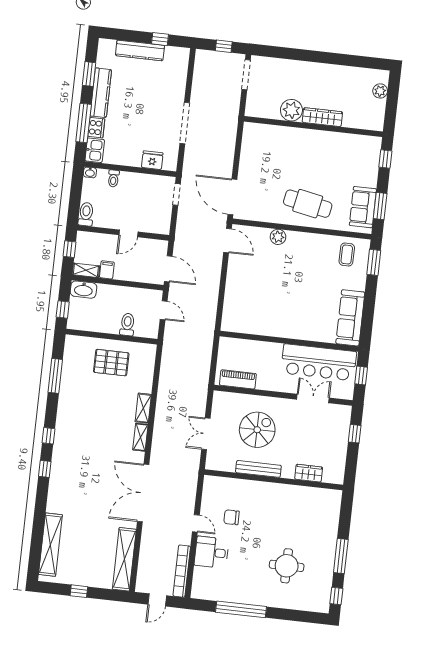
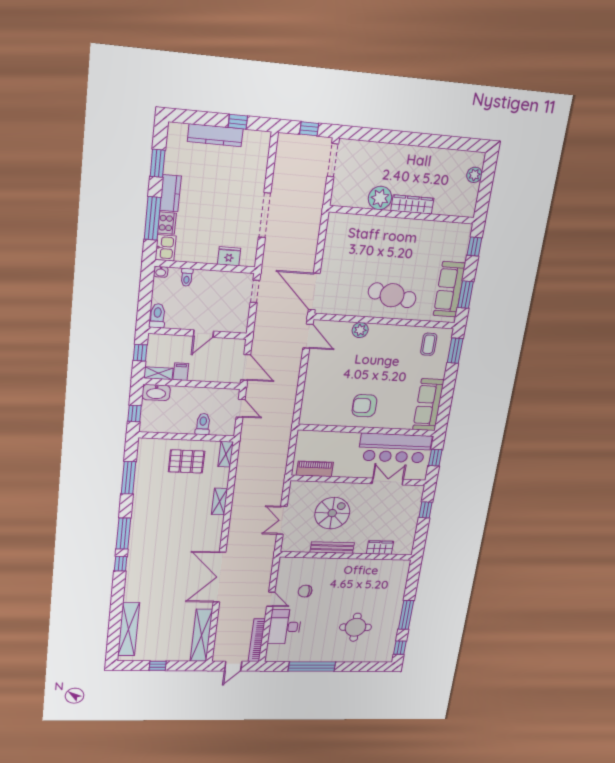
kitchen counter: (101, 93) -> (170, 193), width x0.67
sofa: (363, 207) -> (449, 289), width x1.36
armchair: (286, 315) -> (364, 406), added
window: (48, 436) -> (123, 534), width x2.17
shelving: (140, 437) -> (226, 454), moved
desk: (212, 552) -> (285, 627), width x1.37

